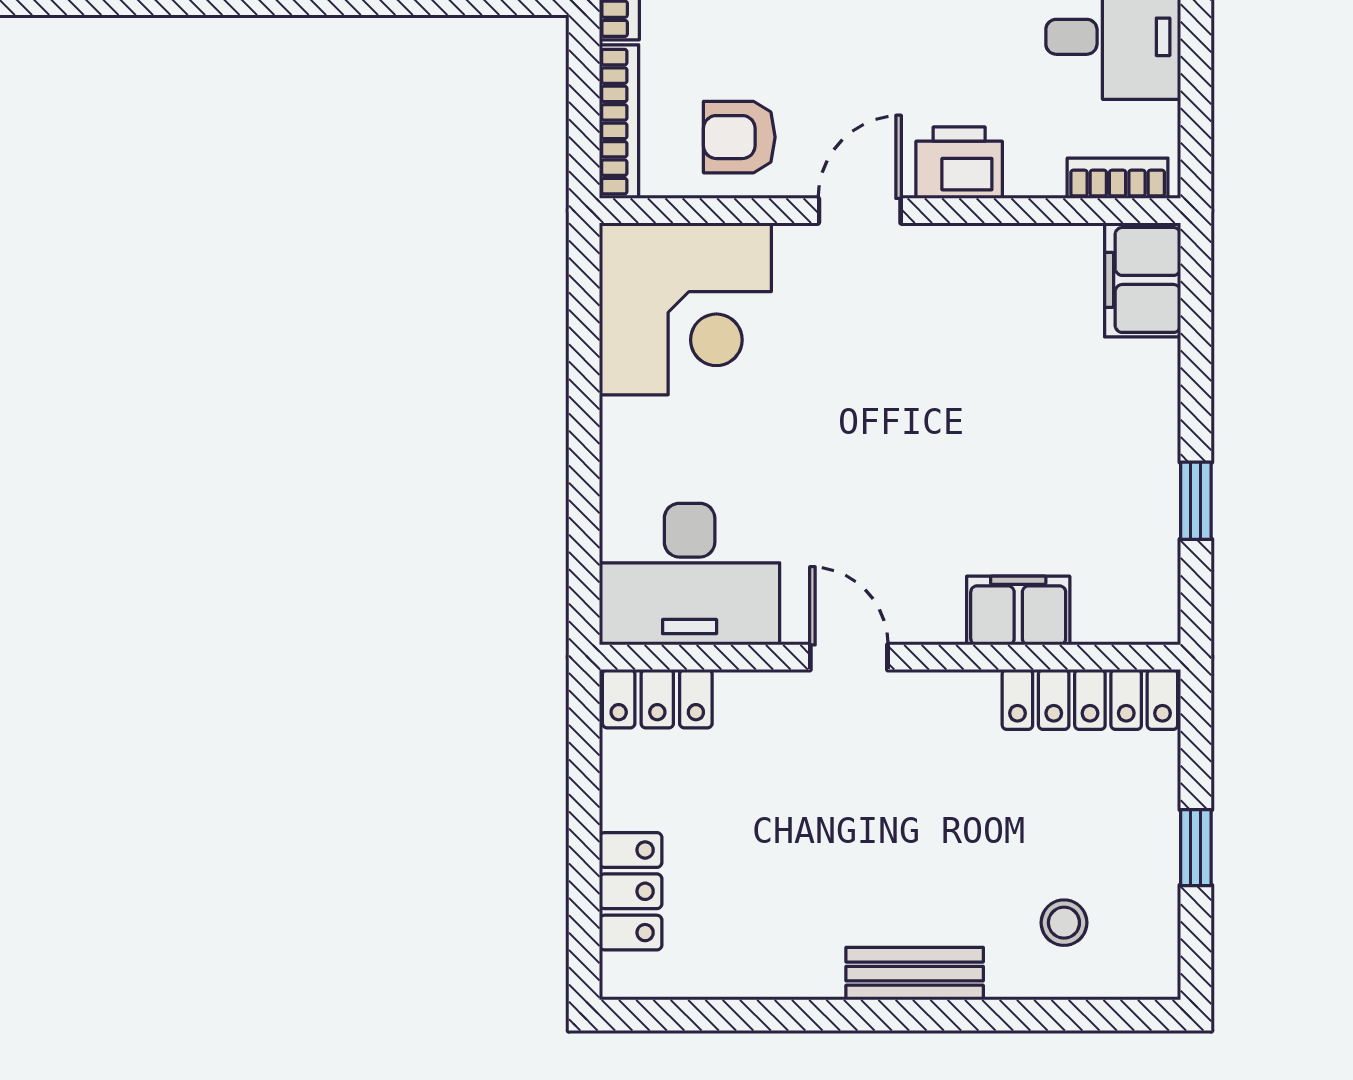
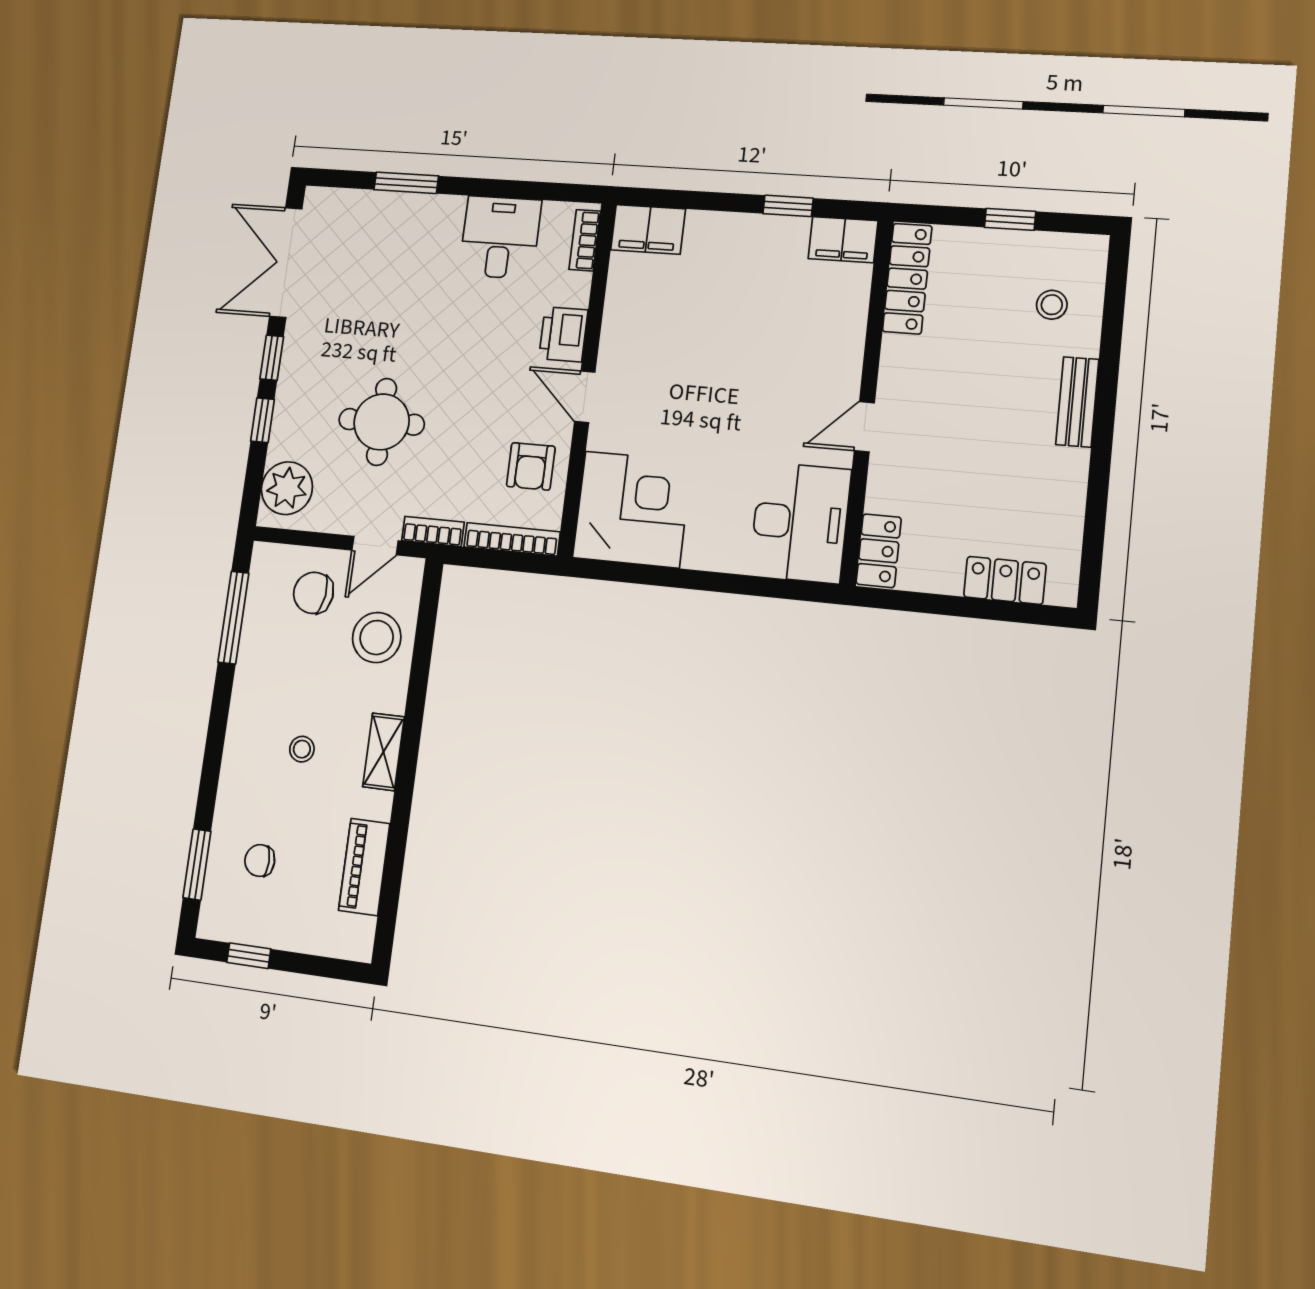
filing cabinet: (1018, 611) -> (843, 240), moved, turned -90

